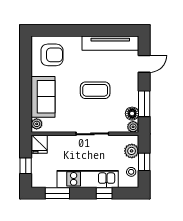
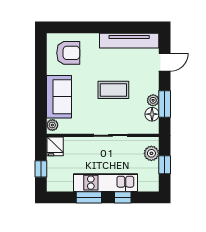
plant: (133, 127) -> (153, 100), moved
stool: (131, 172) -> (151, 175), removed
window: (57, 193) -> (89, 197), moved

